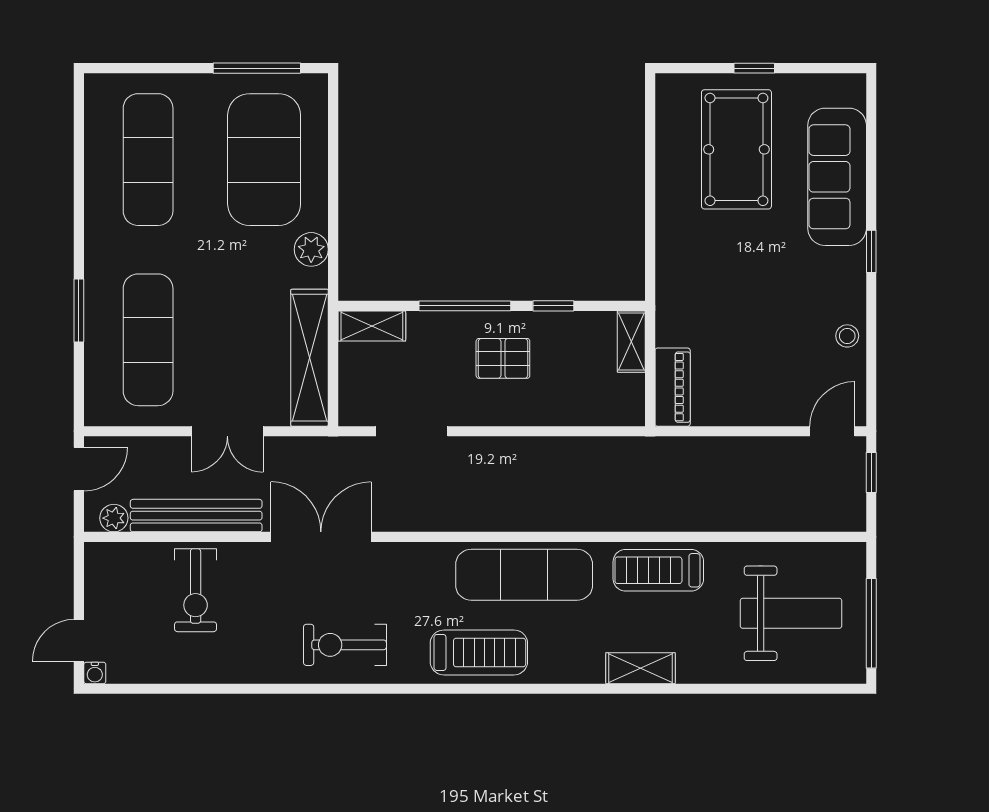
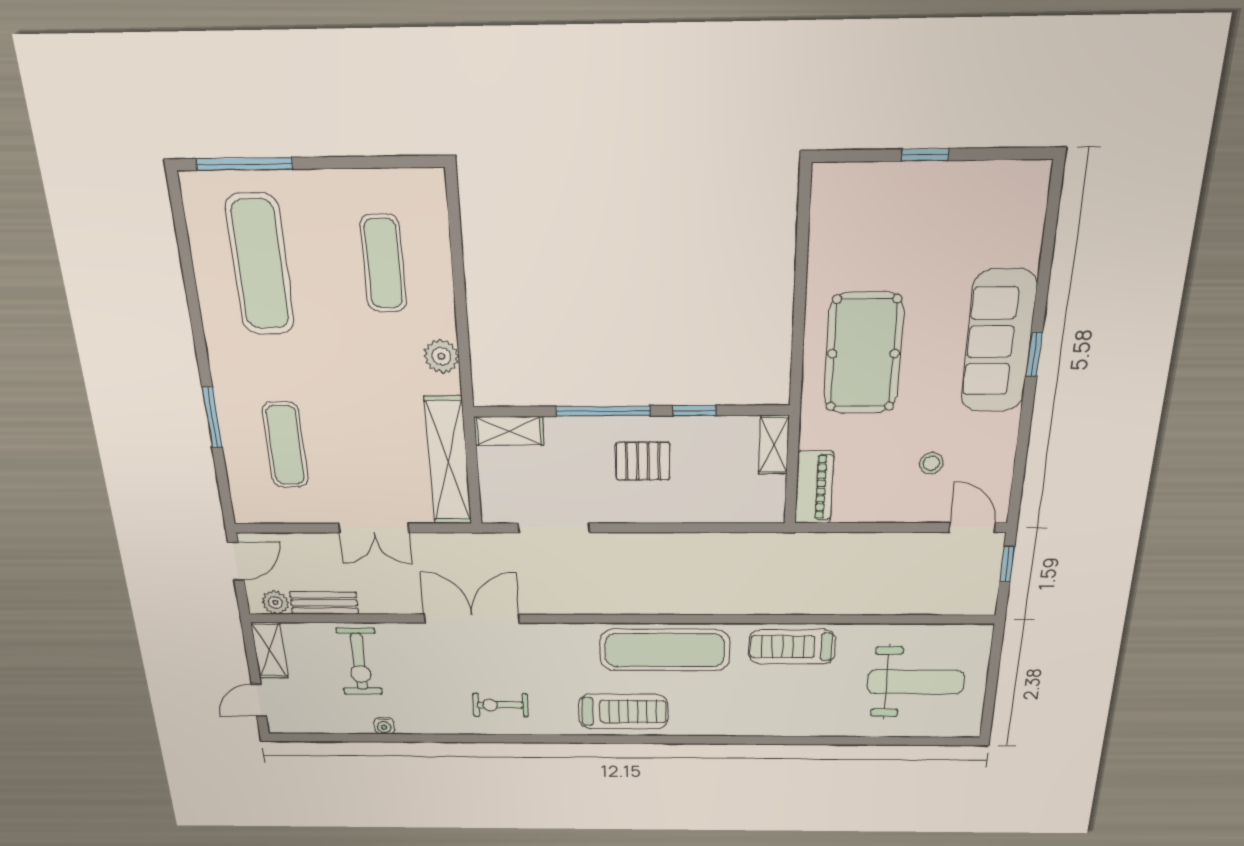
window: (257, 68) -> (244, 164), moved
pool table: (736, 149) -> (863, 354), moved
exercise mat: (264, 160) -> (383, 263), width x0.50, depth x0.69
sofa: (837, 177) -> (999, 341), moved
stool: (847, 336) -> (931, 463), moved
exercise mat: (148, 340) -> (285, 445), width x0.73, depth x0.69
door: (832, 431) -> (972, 527), hinge flipped
bench: (196, 516) -> (324, 603), width x0.54, depth x0.82
window: (871, 623) -> (991, 690), removed
exercise bike: (345, 645) -> (500, 705), width x0.73, depth x0.72
shelving: (640, 668) -> (270, 650), moved, turned 90
water cooler: (95, 673) -> (384, 726), moved

